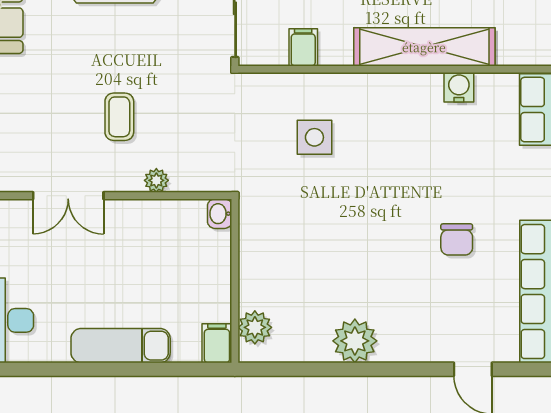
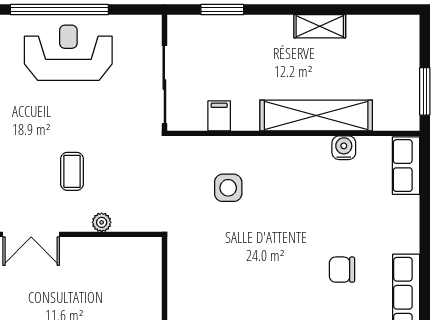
washbasin: (220, 214) -> (152, 249), removed
chair: (457, 239) -> (342, 270), turned 90

